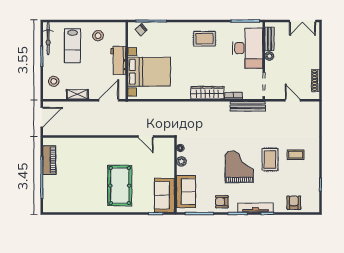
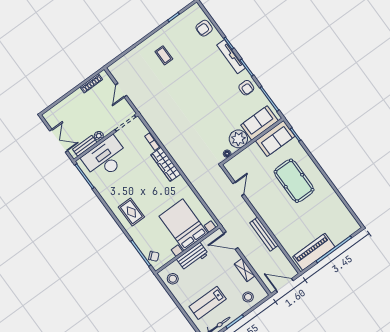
double door: (302, 21) -> (59, 141), moved
stool: (98, 36) -> (173, 279), moved
rug: (205, 39) -> (131, 212), moved
lab bench: (73, 46) -> (208, 303), turned 180
bench: (248, 106) -> (264, 234), moved
piano: (49, 160) -> (314, 252), width x1.37, depth x1.33
rug: (270, 160) -> (183, 73), removed
plant: (181, 161) -> (238, 139), width x1.87, depth x1.87
grand piano: (239, 167) -> (207, 94), removed
pool table: (120, 186) -> (294, 181), turned 90

